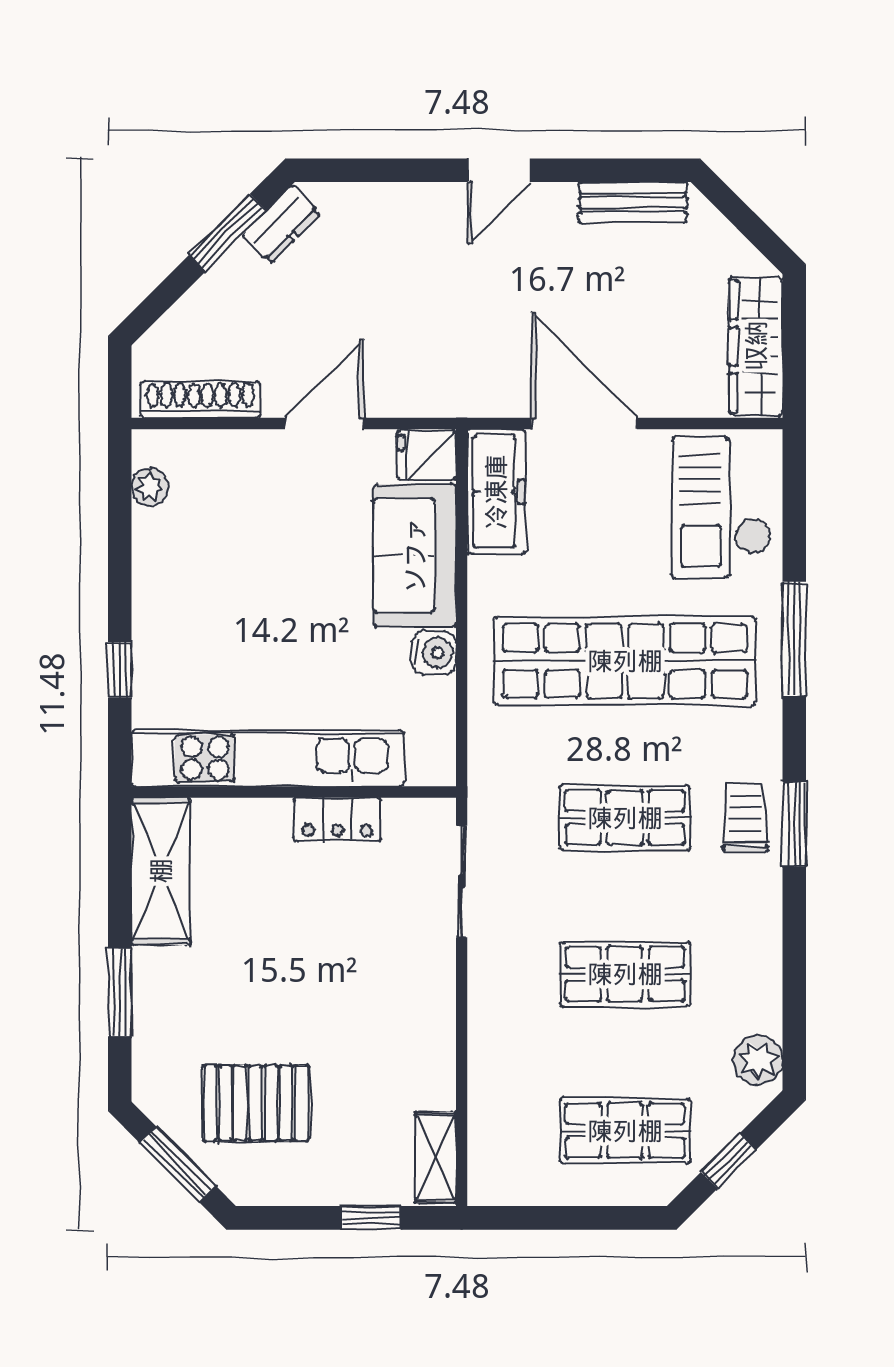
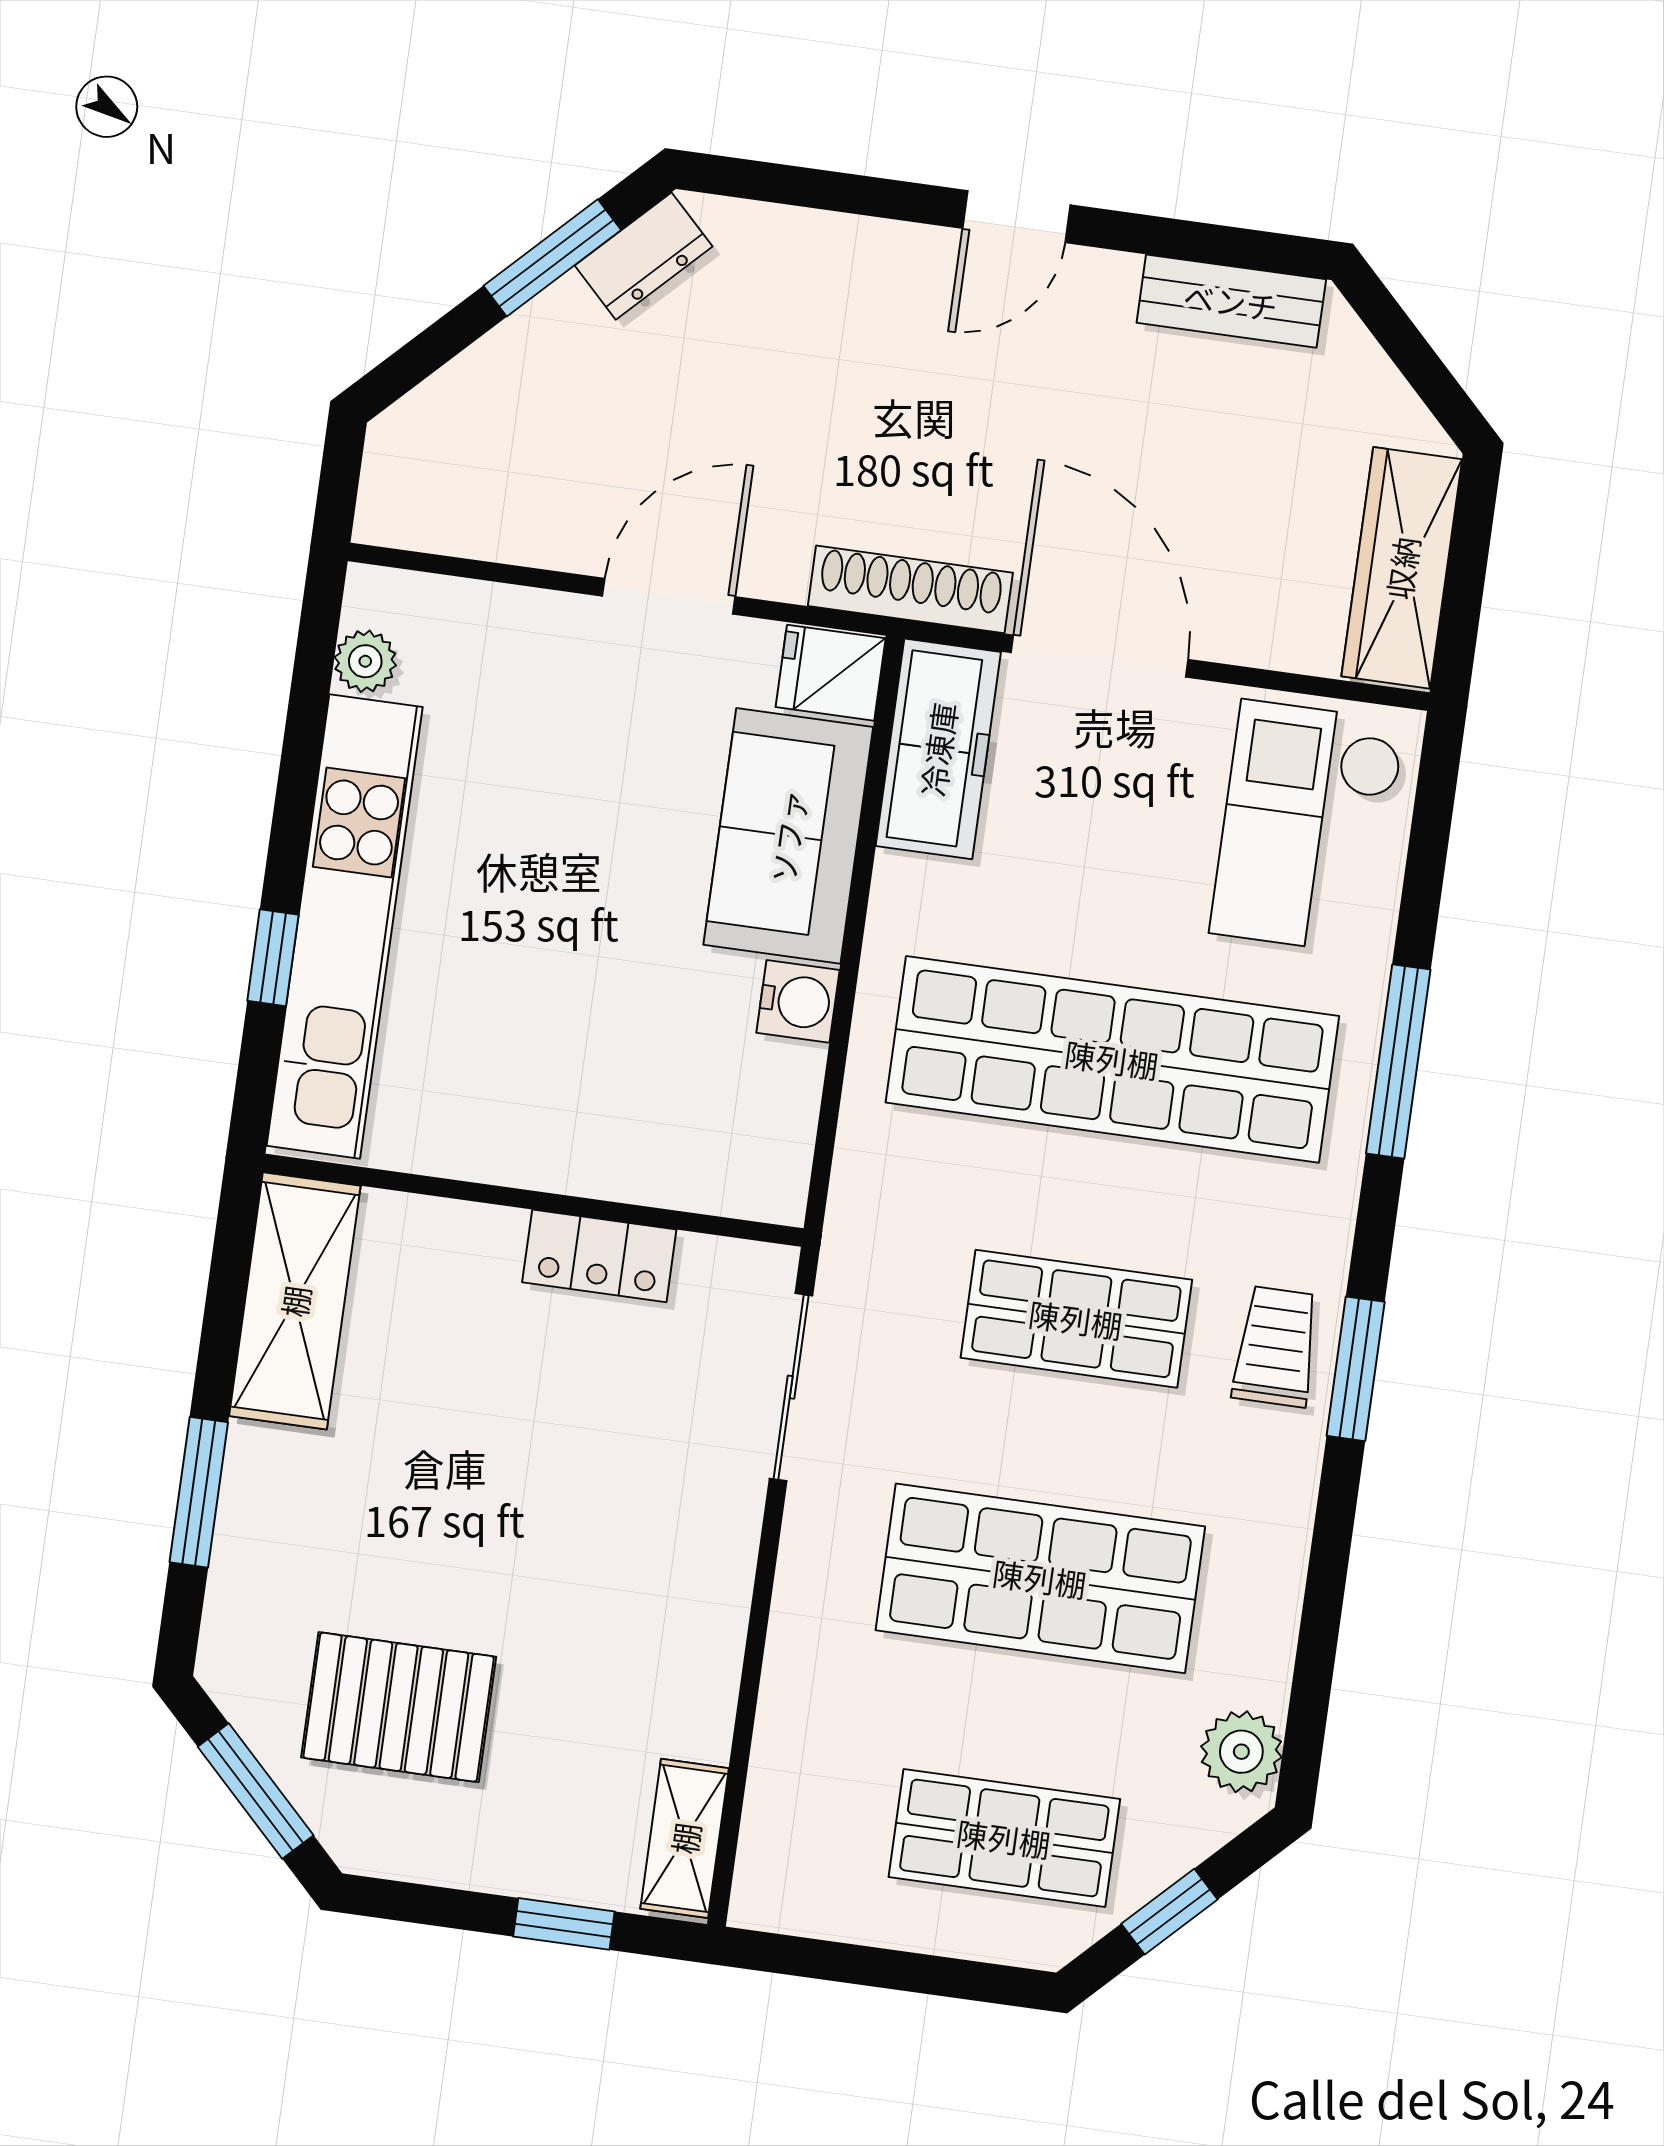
shoe rack: (200, 400) -> (910, 589), moved
kitchen unit: (268, 758) -> (345, 926), moved, turned 90
shop shelf: (625, 974) -> (1040, 1578), width x1.43, depth x1.36

